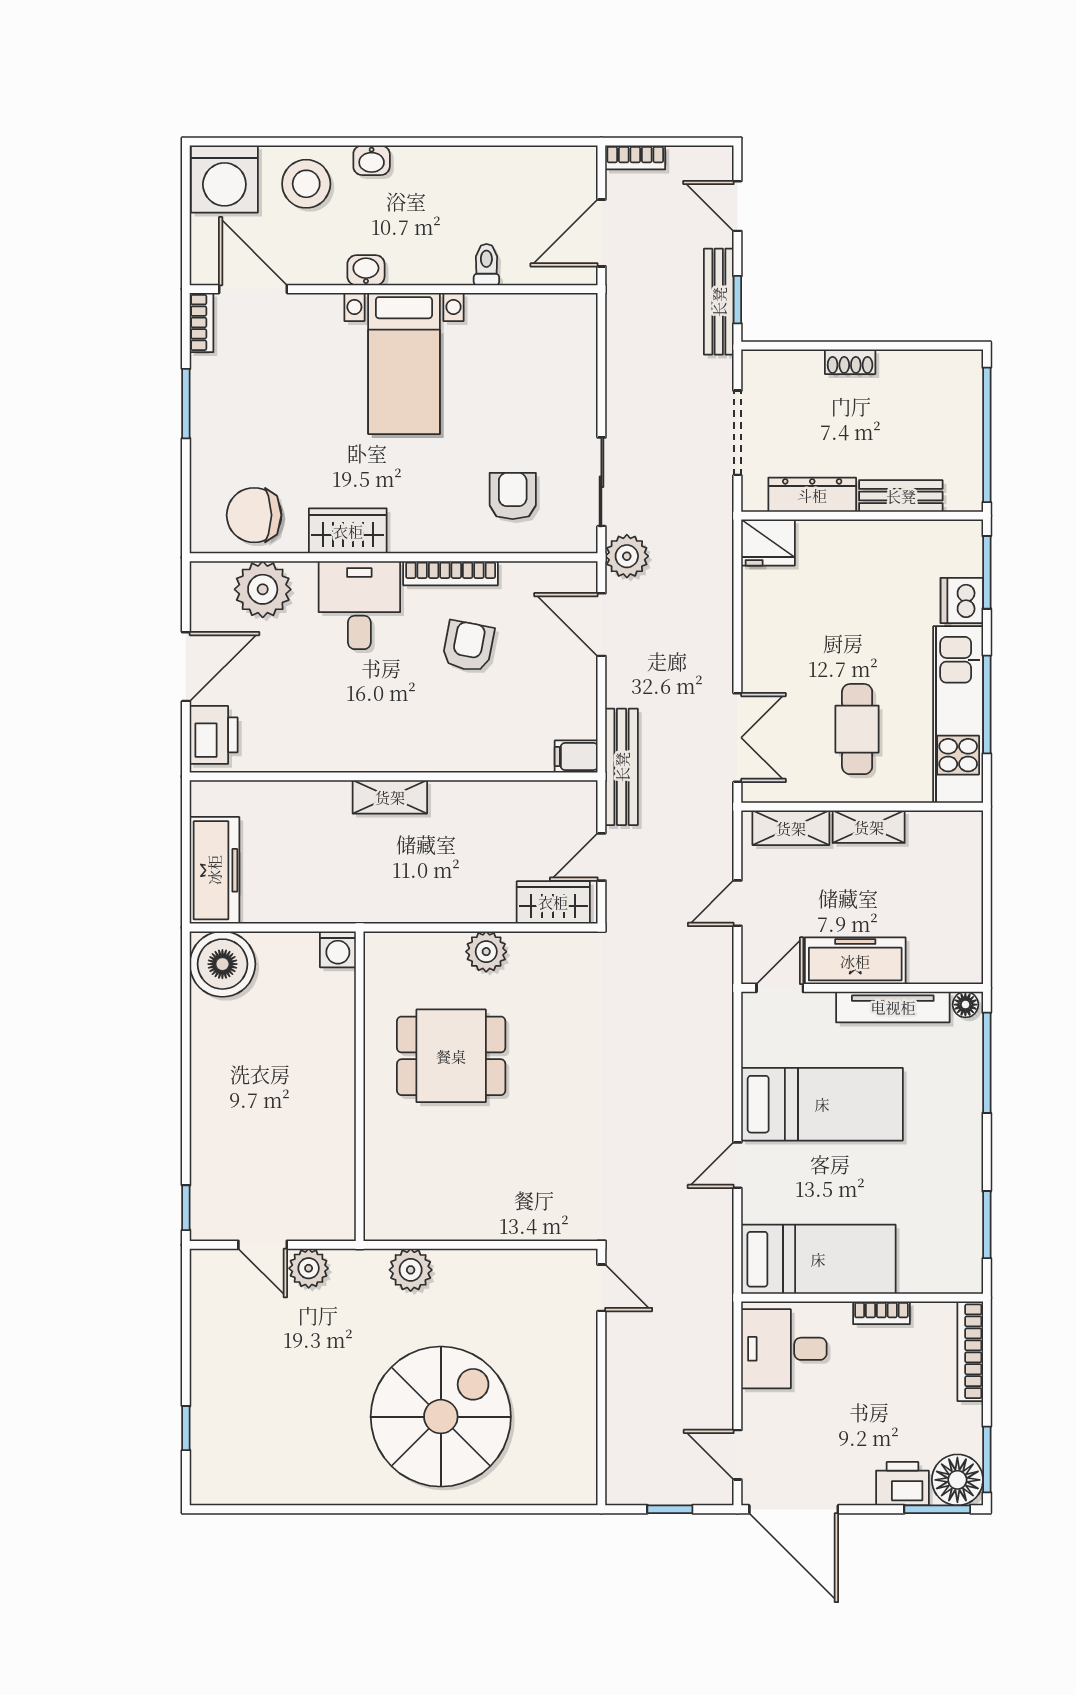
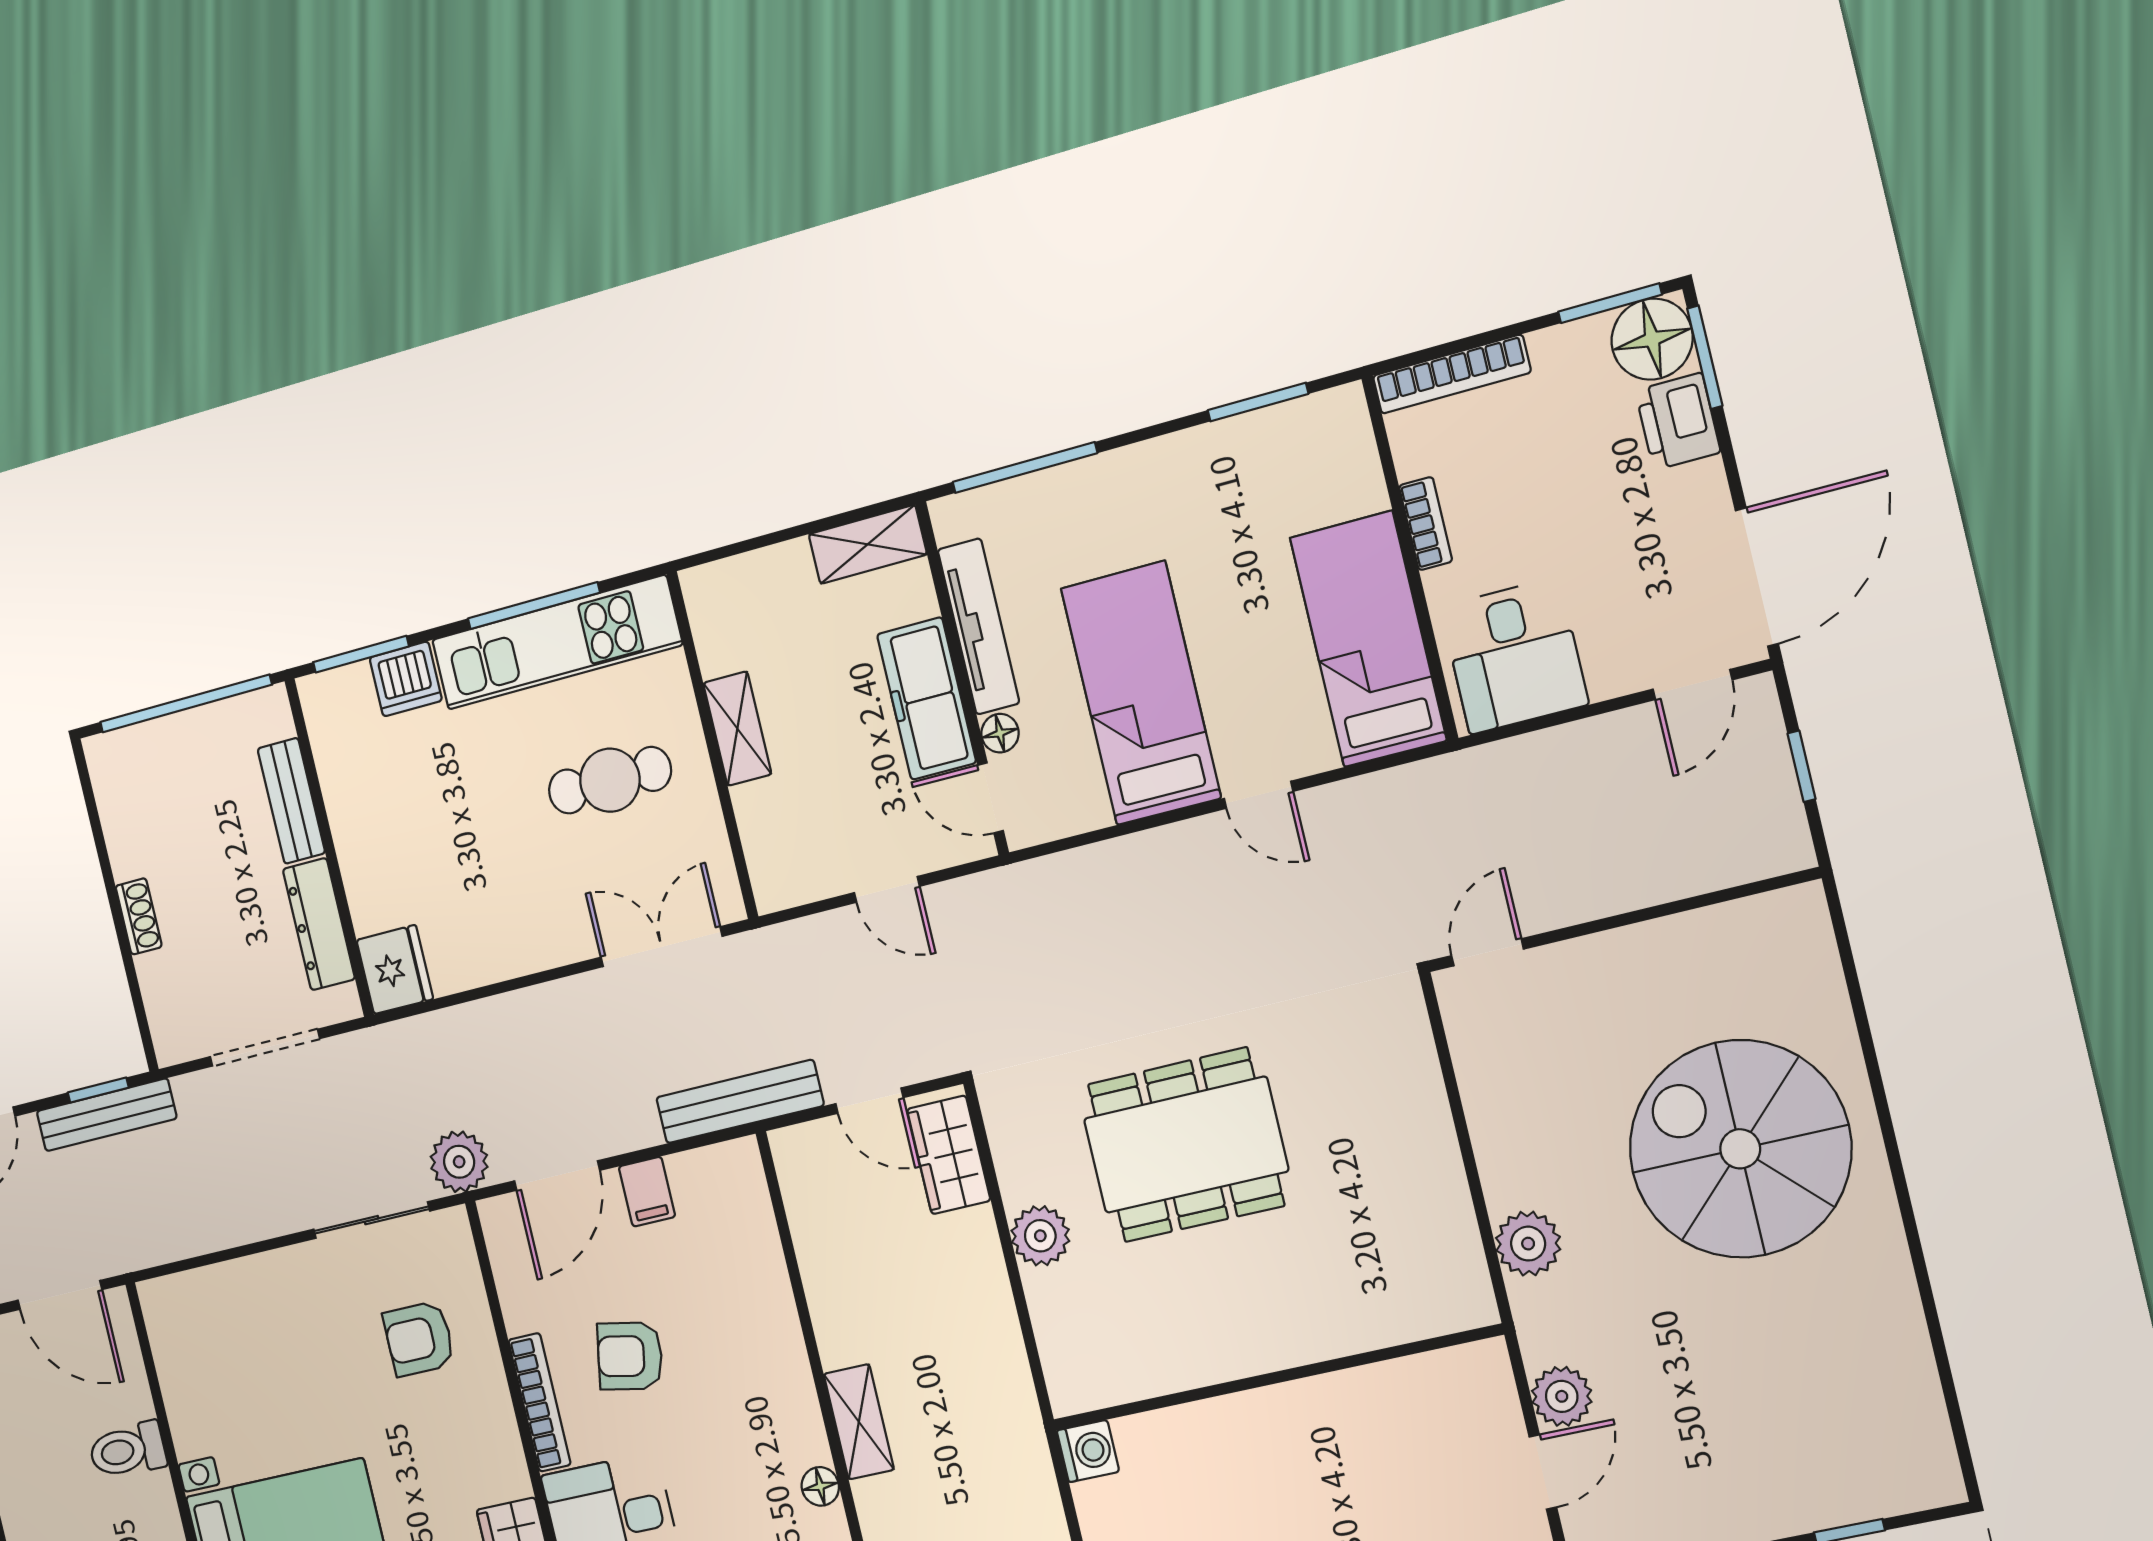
toilet: (486, 265) -> (127, 1450), width x1.37, depth x1.39
filing cabinet: (576, 757) -> (647, 1192), moved
floor lamp: (352, 759) -> (820, 1486), added
shelving: (791, 828) -> (868, 544), moved, turned 90
floor lamp: (965, 1005) -> (1000, 733), moved
dining table: (451, 1056) -> (1186, 1145), moved, width x1.38

